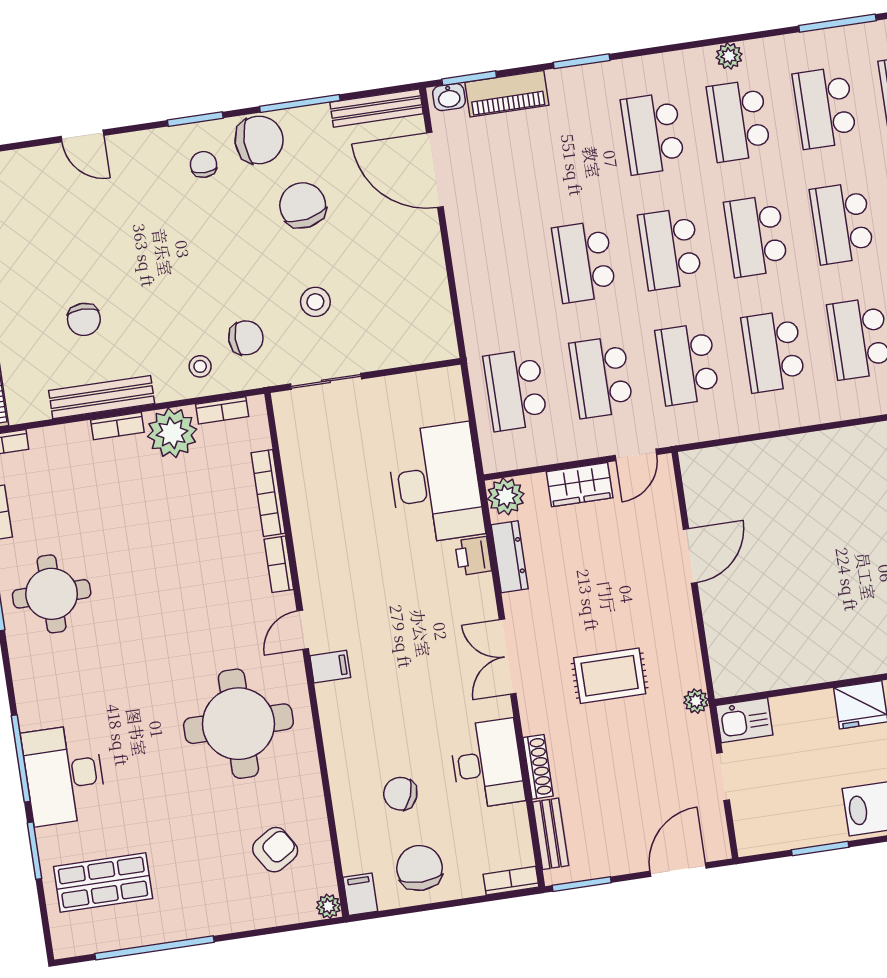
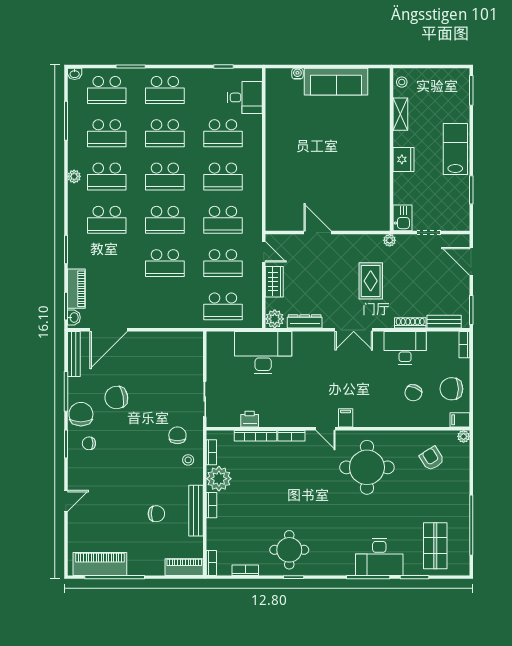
stool: (315, 302) -> (165, 398), removed
printer: (473, 556) -> (250, 419), moved, turned 180

